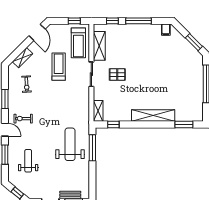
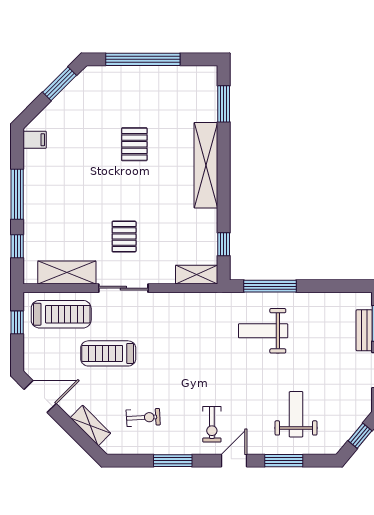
pallet: (164, 80) -> (134, 144), added
weight bench: (70, 144) -> (263, 331), width x0.73, depth x0.75
weight bench: (28, 161) -> (296, 414), turned 90

